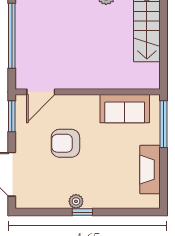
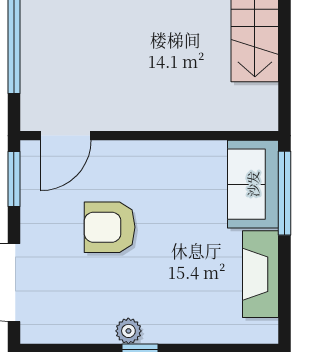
sofa: (125, 109) -> (253, 184), moved, turned 90

